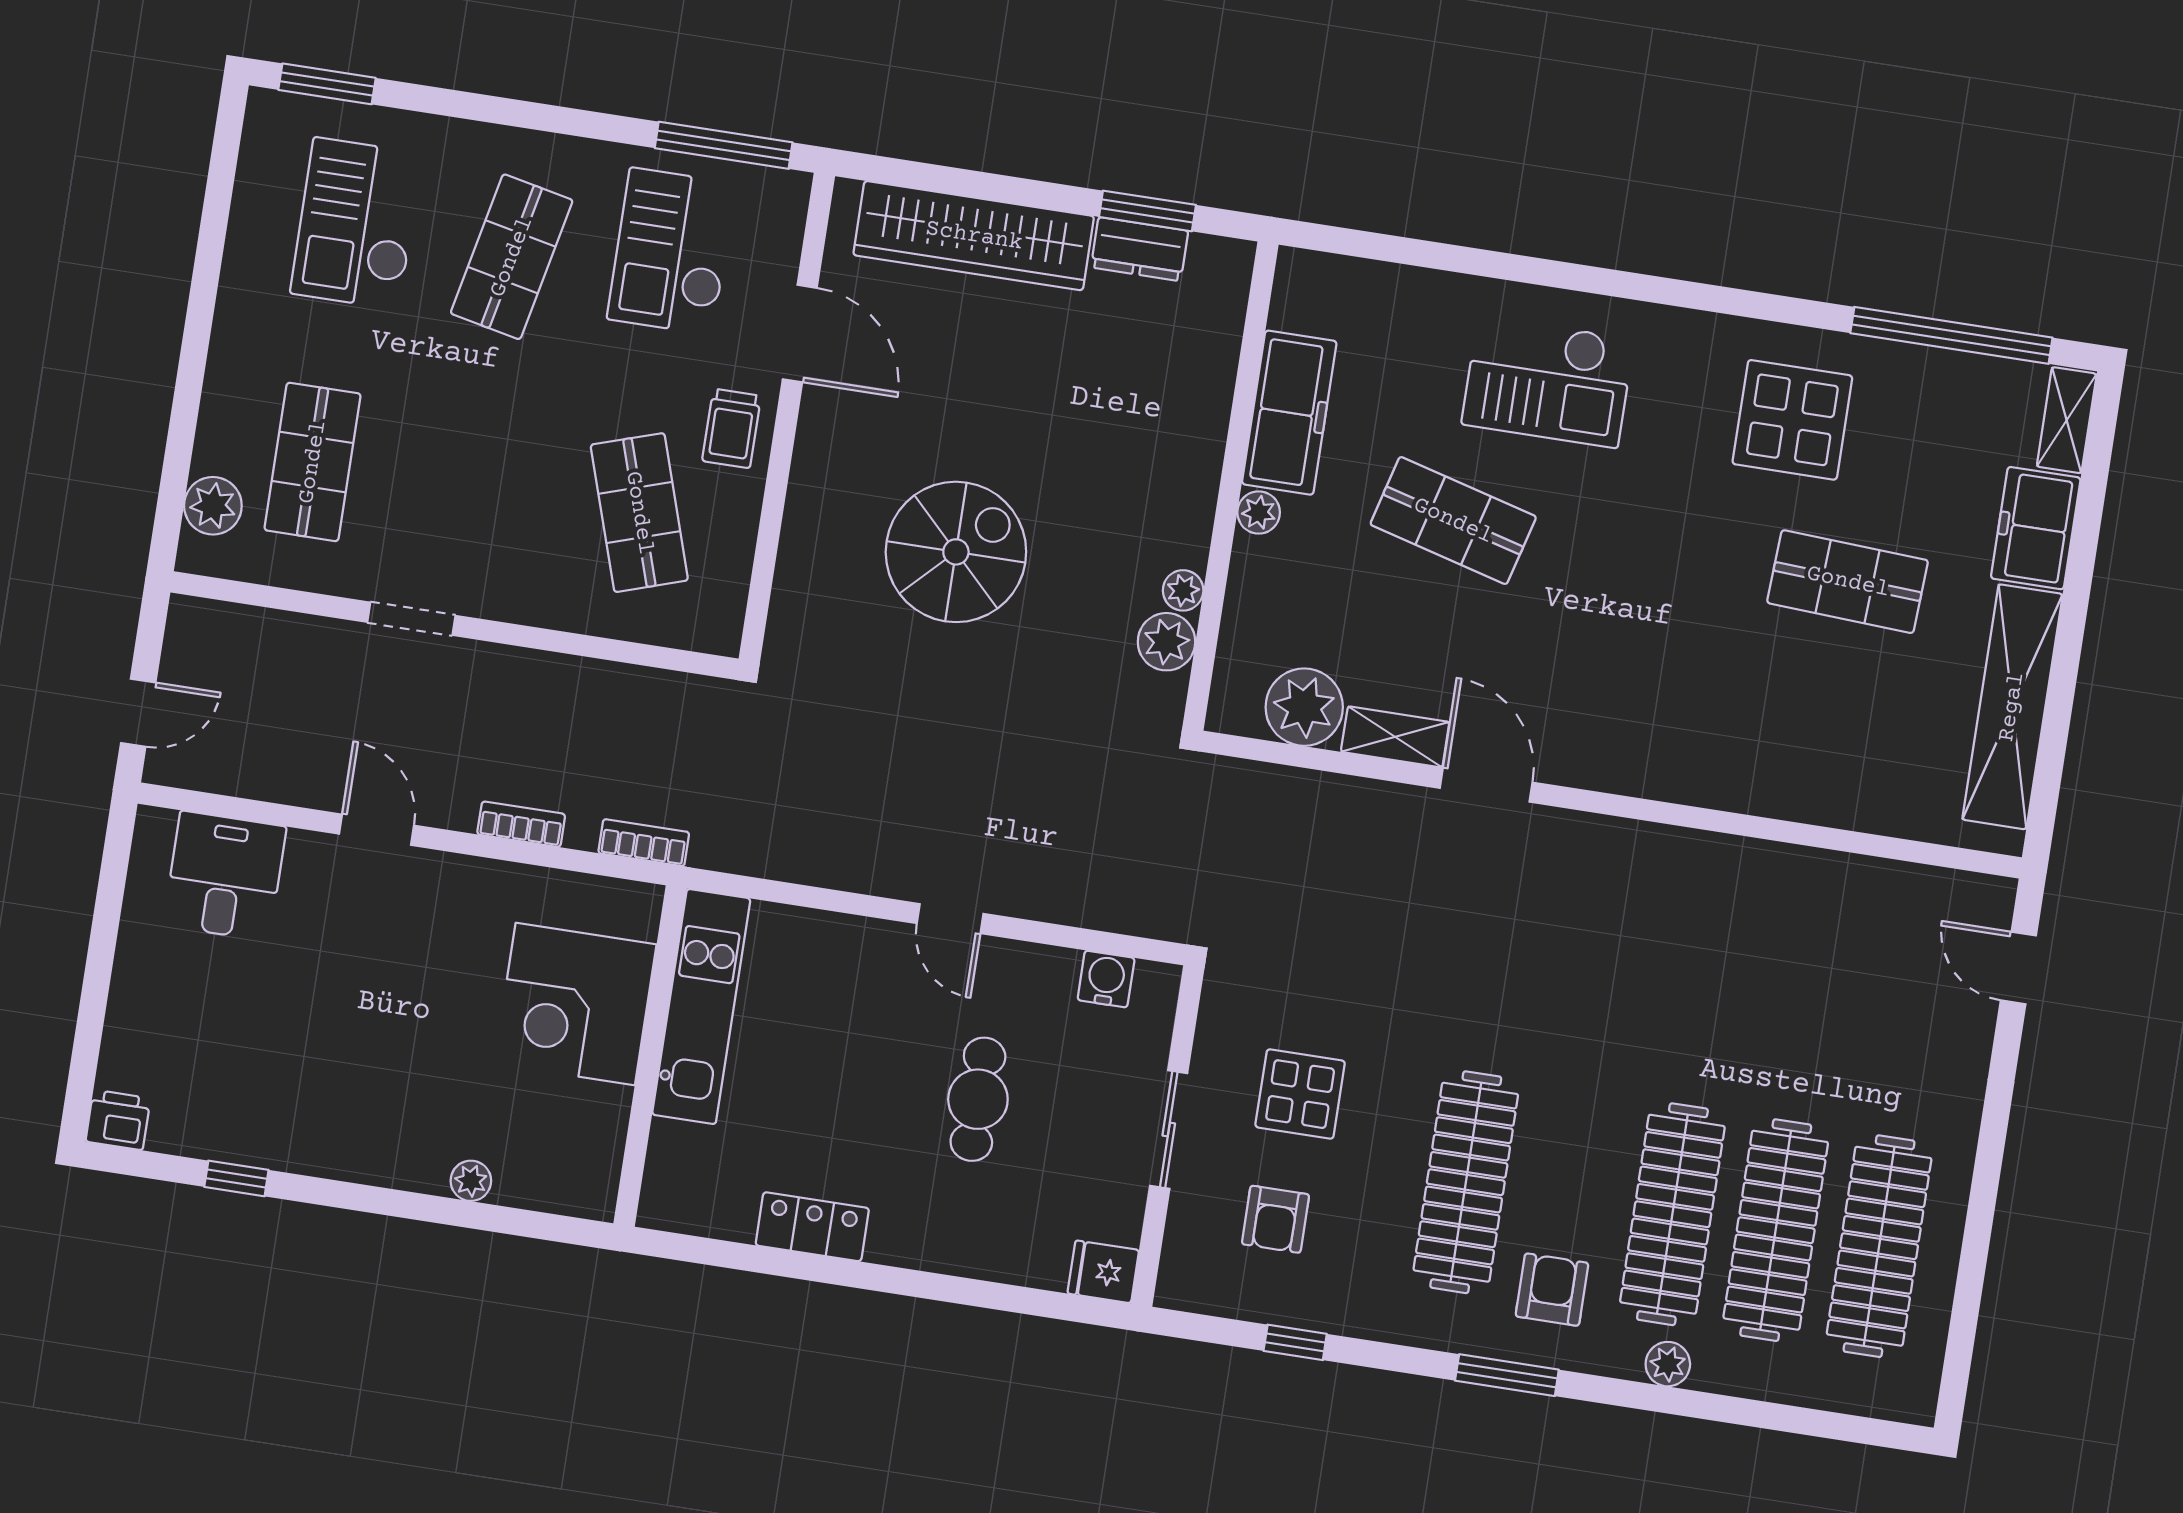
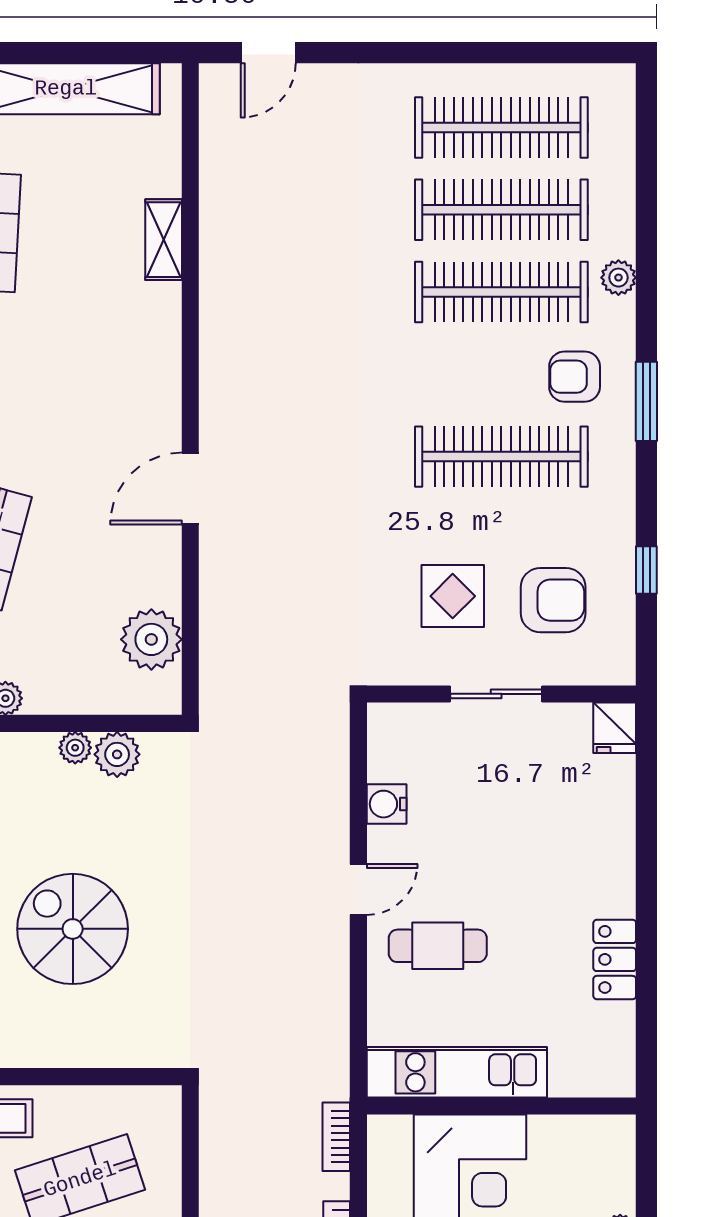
shelving: (1395, 737) -> (164, 240), moved
water cooler: (1106, 979) -> (387, 804), moved
cafe table: (978, 1099) -> (438, 946), moved
armchair: (1275, 1219) -> (553, 600), width x1.38, depth x1.38

